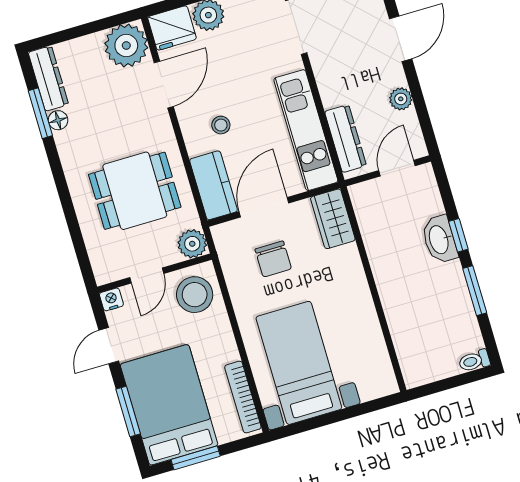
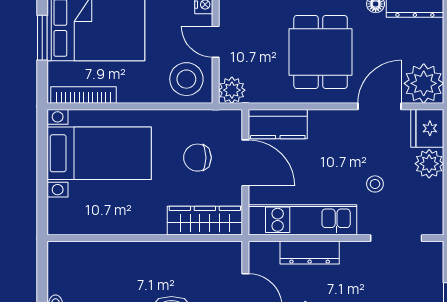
door: (164, 85) -> (380, 106), swing flipped
stool: (221, 125) -> (375, 184), moved
dresser: (346, 139) -> (310, 253), moved
dining table: (135, 191) -> (321, 52), moved
wardrobe: (333, 219) -> (205, 221), width x1.50

